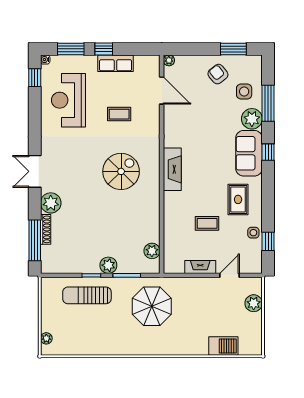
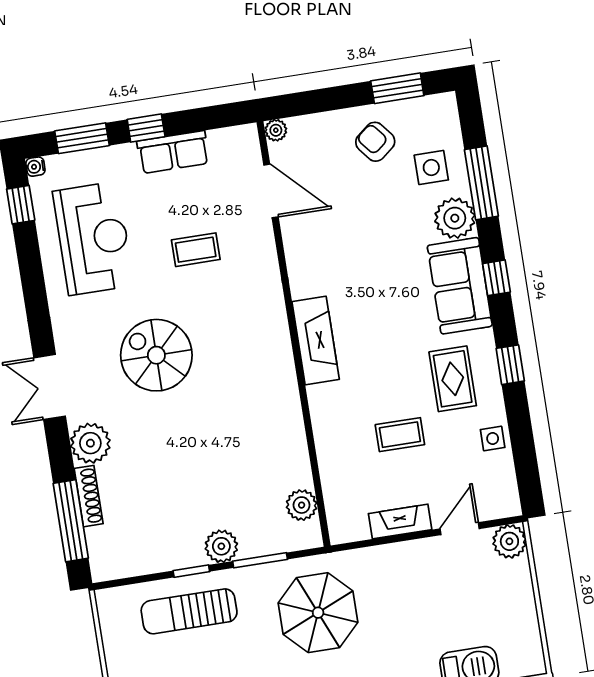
reception desk: (68, 100) -> (93, 238), turned 180
spiral stairs: (121, 171) -> (156, 355), moved, turned -90
window: (268, 241) -> (510, 365), moved
plant: (254, 303) -> (509, 541), moved

